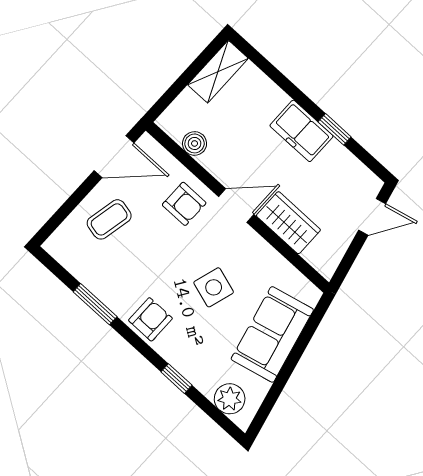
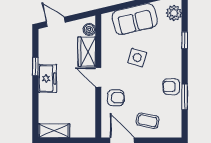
boiler: (195, 143) -> (89, 29), moved
armchair: (184, 204) -> (116, 98), turned 90
armchair: (150, 319) -> (171, 87), moved

